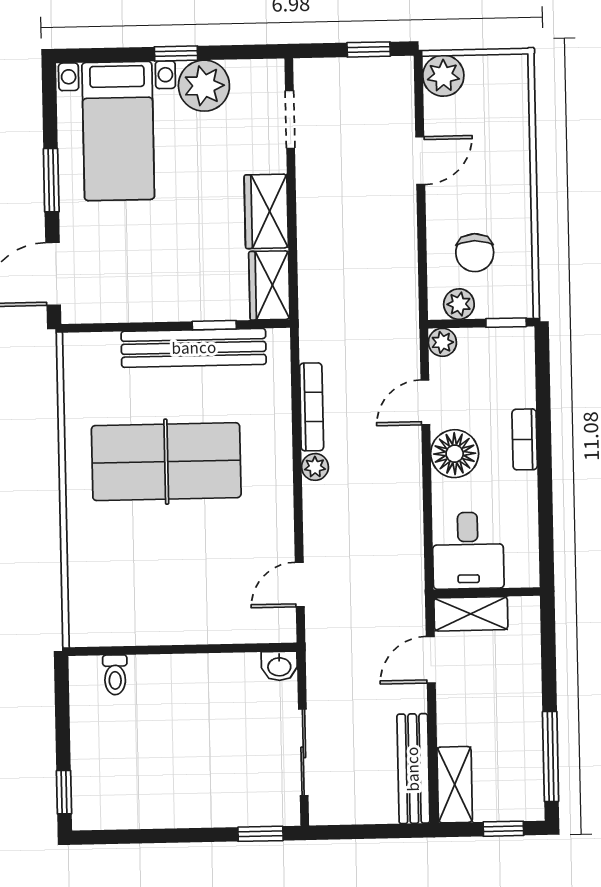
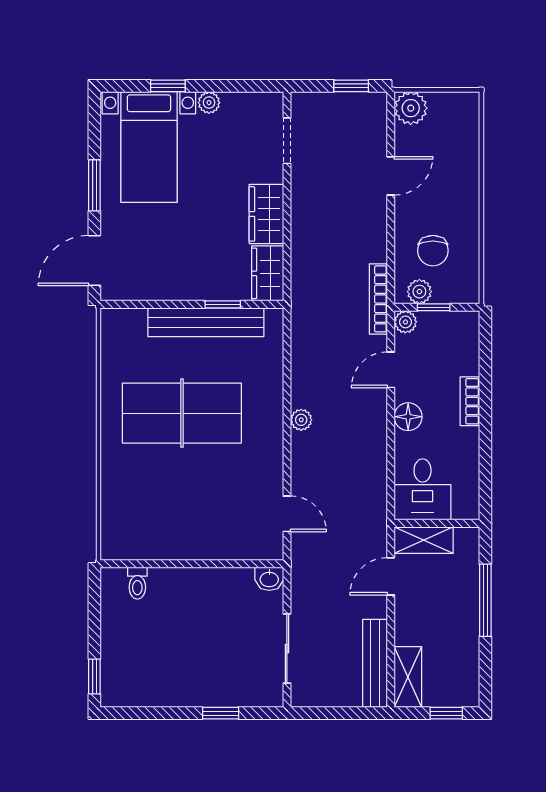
window: (176, 54) -> (168, 86), moved
plant: (204, 86) -> (209, 103), width x0.53, depth x0.53
window: (506, 323) -> (434, 307), moved
bookcase: (312, 407) -> (378, 299), moved, turned 180
floor lamp: (455, 454) -> (408, 417), width x0.73, depth x0.73
door: (300, 585) -> (287, 514), swing flipped
window: (551, 756) -> (485, 600), moved
window: (261, 834) -> (221, 713), moved

